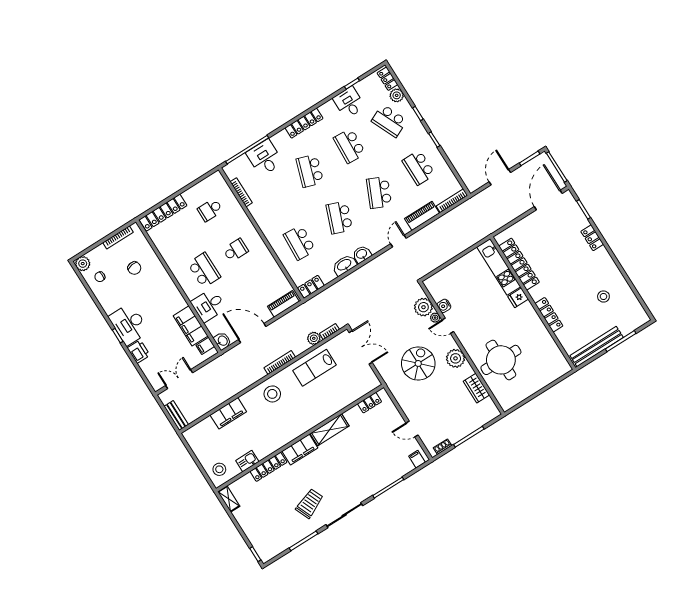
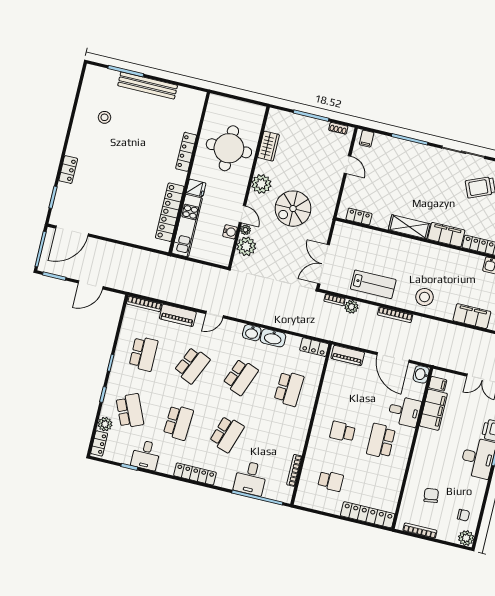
locker: (519, 264) -> (170, 212), moved
kitchen unit: (499, 267) -> (187, 226), moved
fridge: (518, 298) -> (196, 188), moved
wall: (533, 303) -> (189, 173), moved
locker: (549, 315) -> (186, 152), moved

